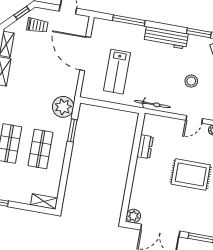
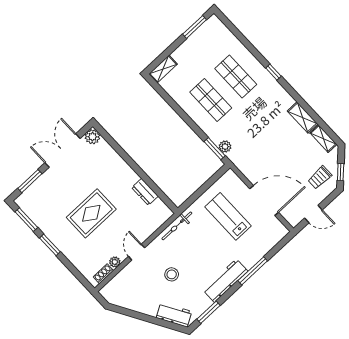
window: (129, 20) -> (253, 271), moved
plant: (63, 107) -> (225, 147), width x0.53, depth x0.53
window: (72, 131) -> (215, 149), moved

